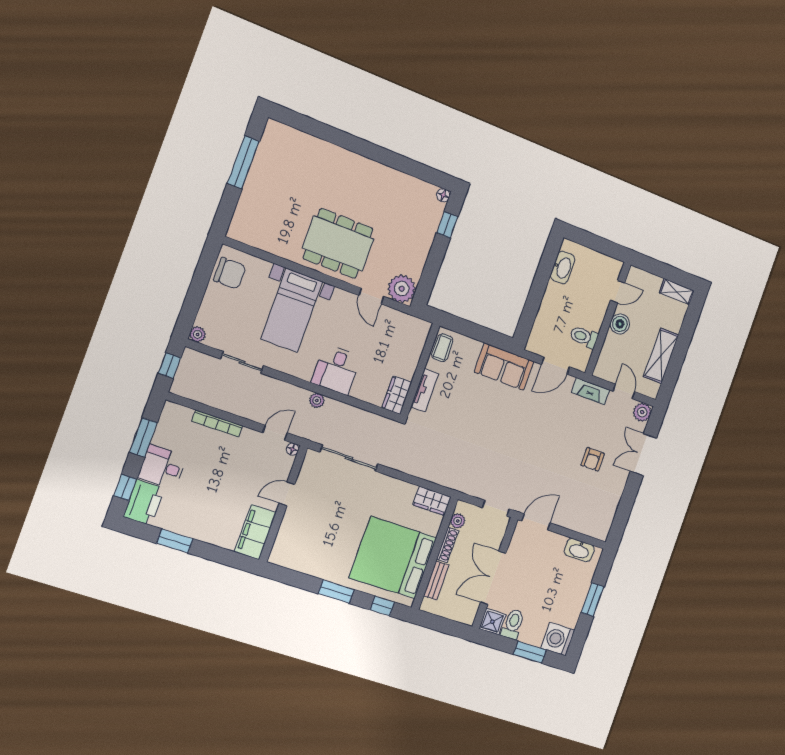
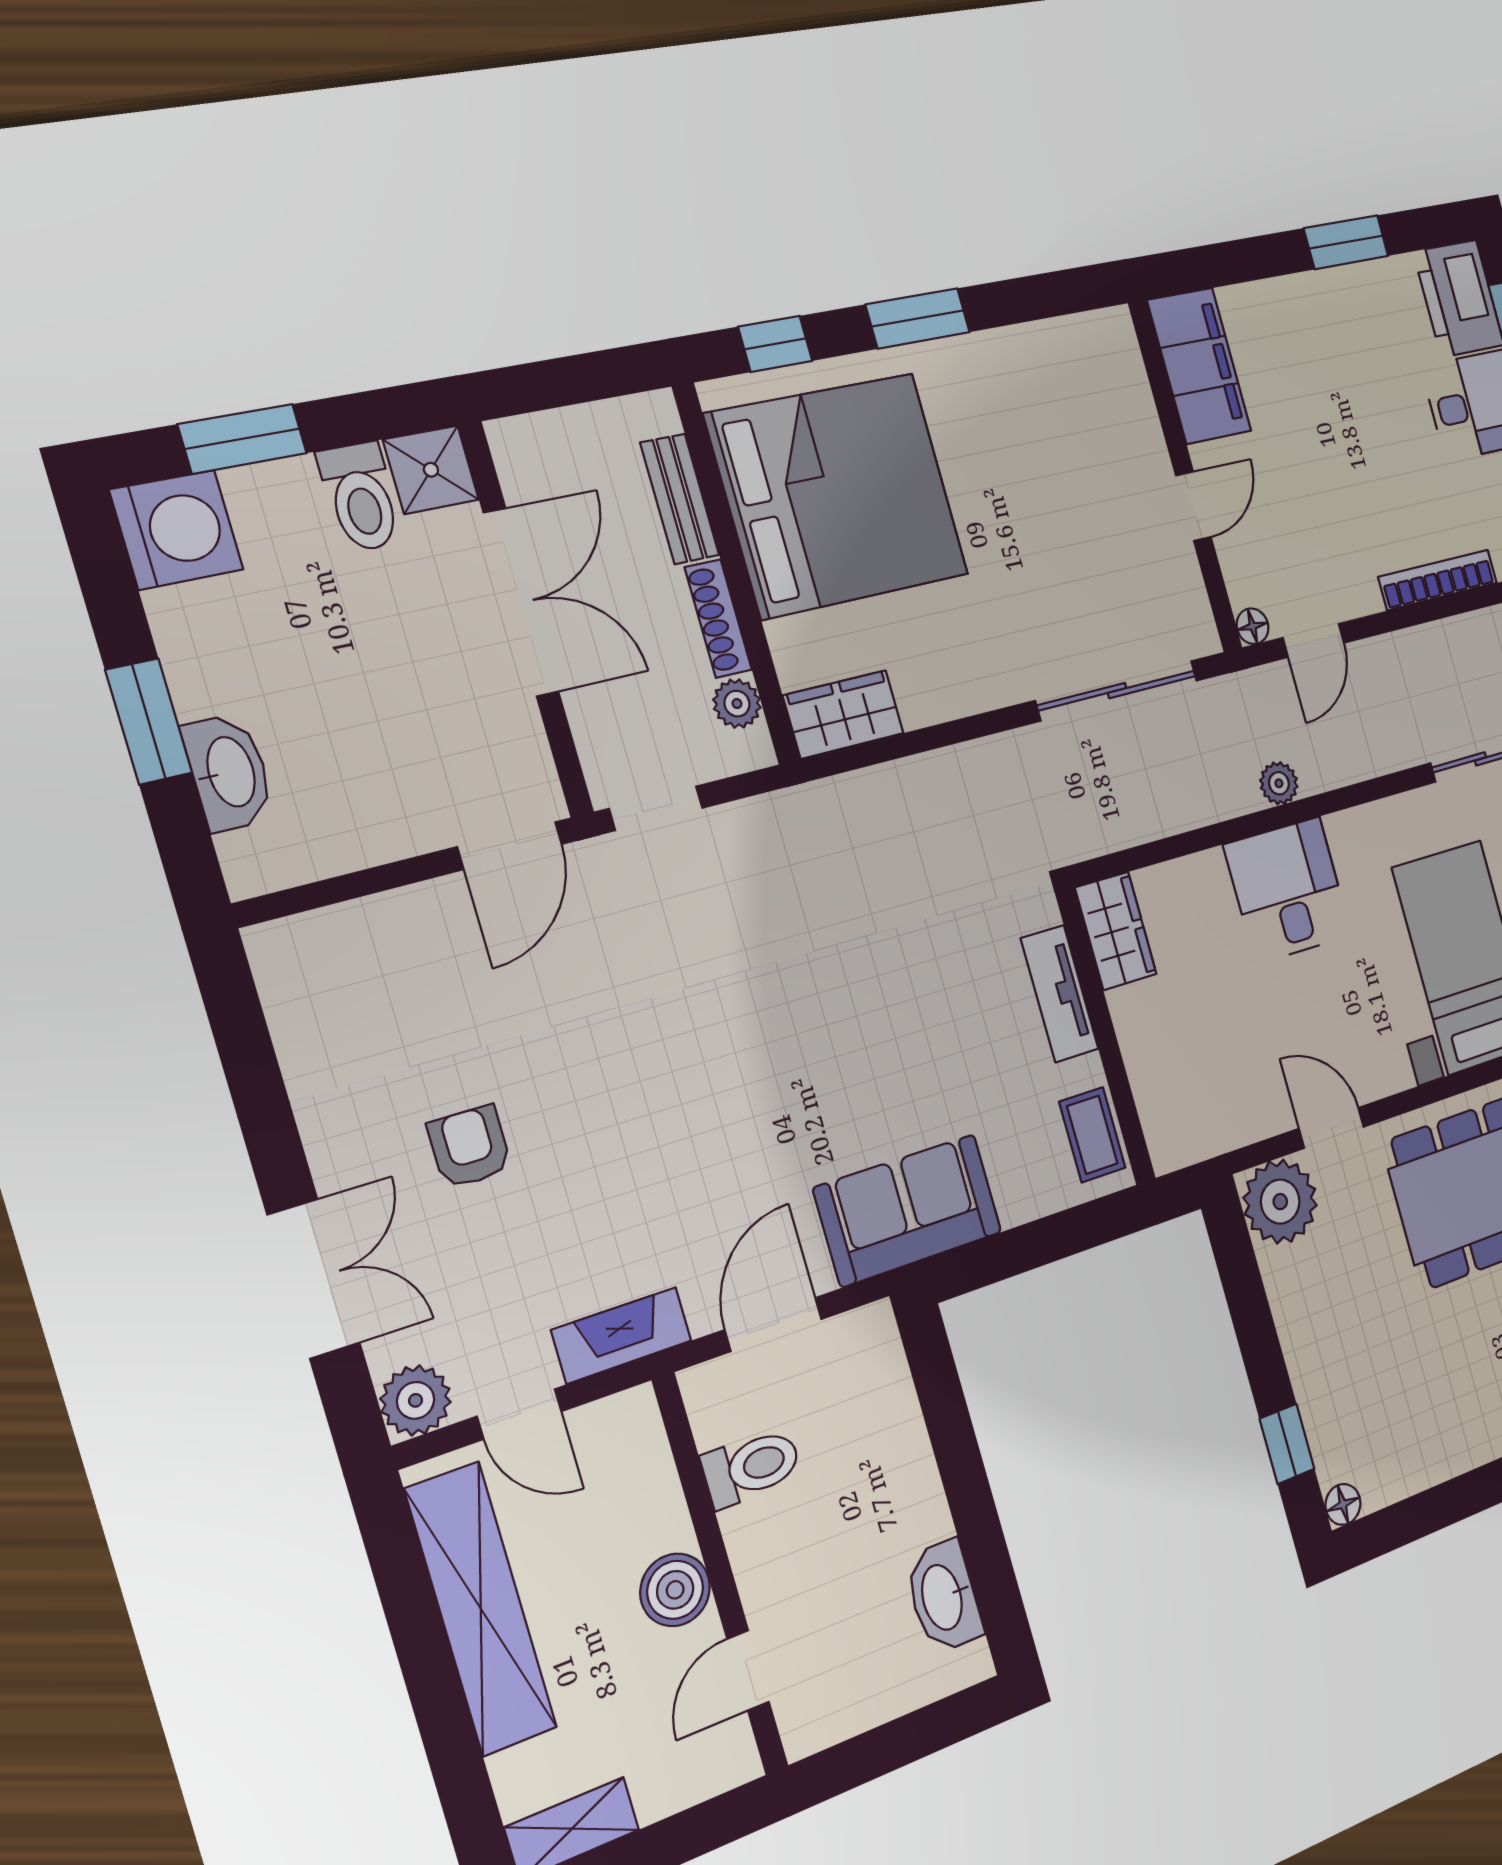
shelving: (661, 356) -> (481, 1609), width x1.47
washbasin: (579, 550) -> (229, 772), moved, turned 90

